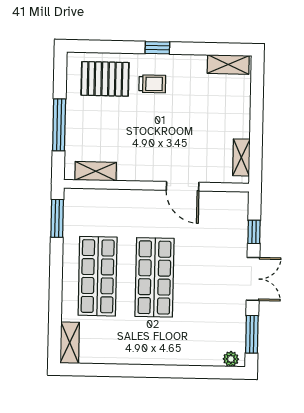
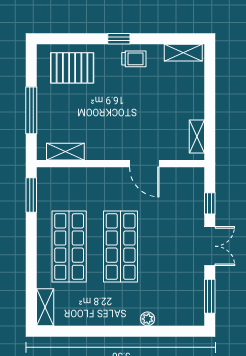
trolley: (152, 84) -> (134, 59), moved
plant: (231, 359) -> (148, 319), moved

